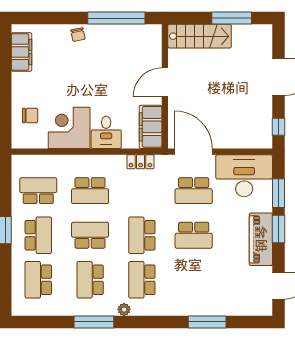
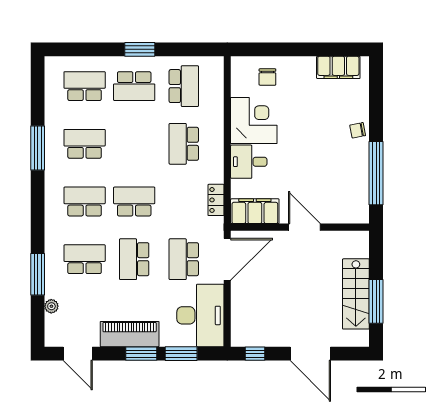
stairs: (200, 36) -> (356, 294), moved
school desk: (90, 235) -> (85, 259), moved, turned -90
plant: (124, 309) -> (51, 306), moved

